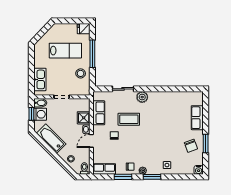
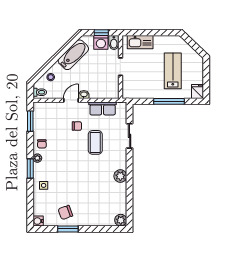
lab bench: (65, 51) -> (173, 71), turned 180
stool: (81, 73) -> (147, 88), removed
plant: (142, 97) -> (120, 176), moved
plant: (198, 97) -> (121, 220), added
shower: (84, 118) -> (97, 92), removed
row of seats: (197, 118) -> (97, 220), removed
door: (91, 141) -> (71, 100), hinge flipped
row of seats: (104, 169) -> (39, 115), removed
window: (123, 177) -> (30, 121), moved

